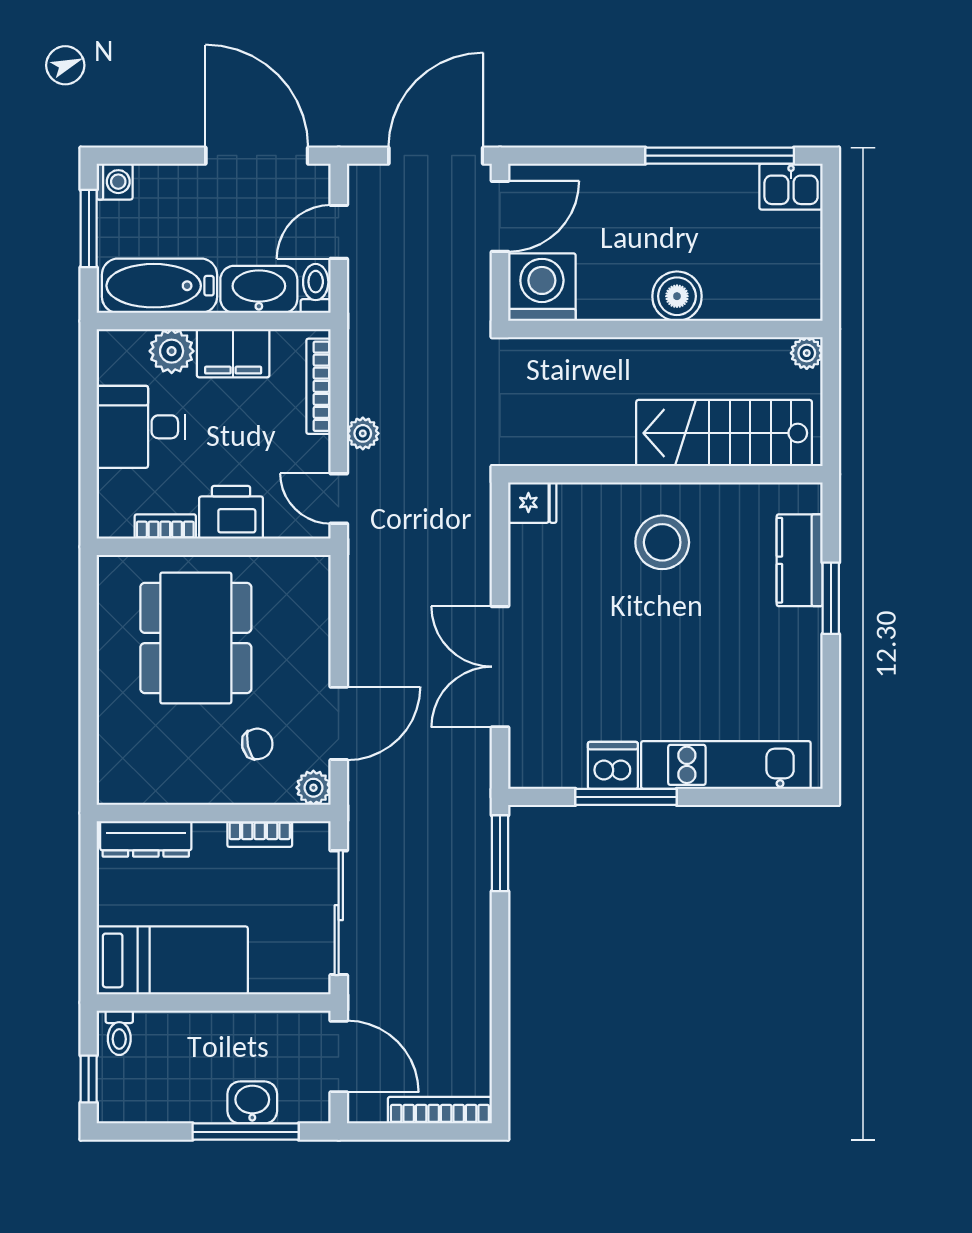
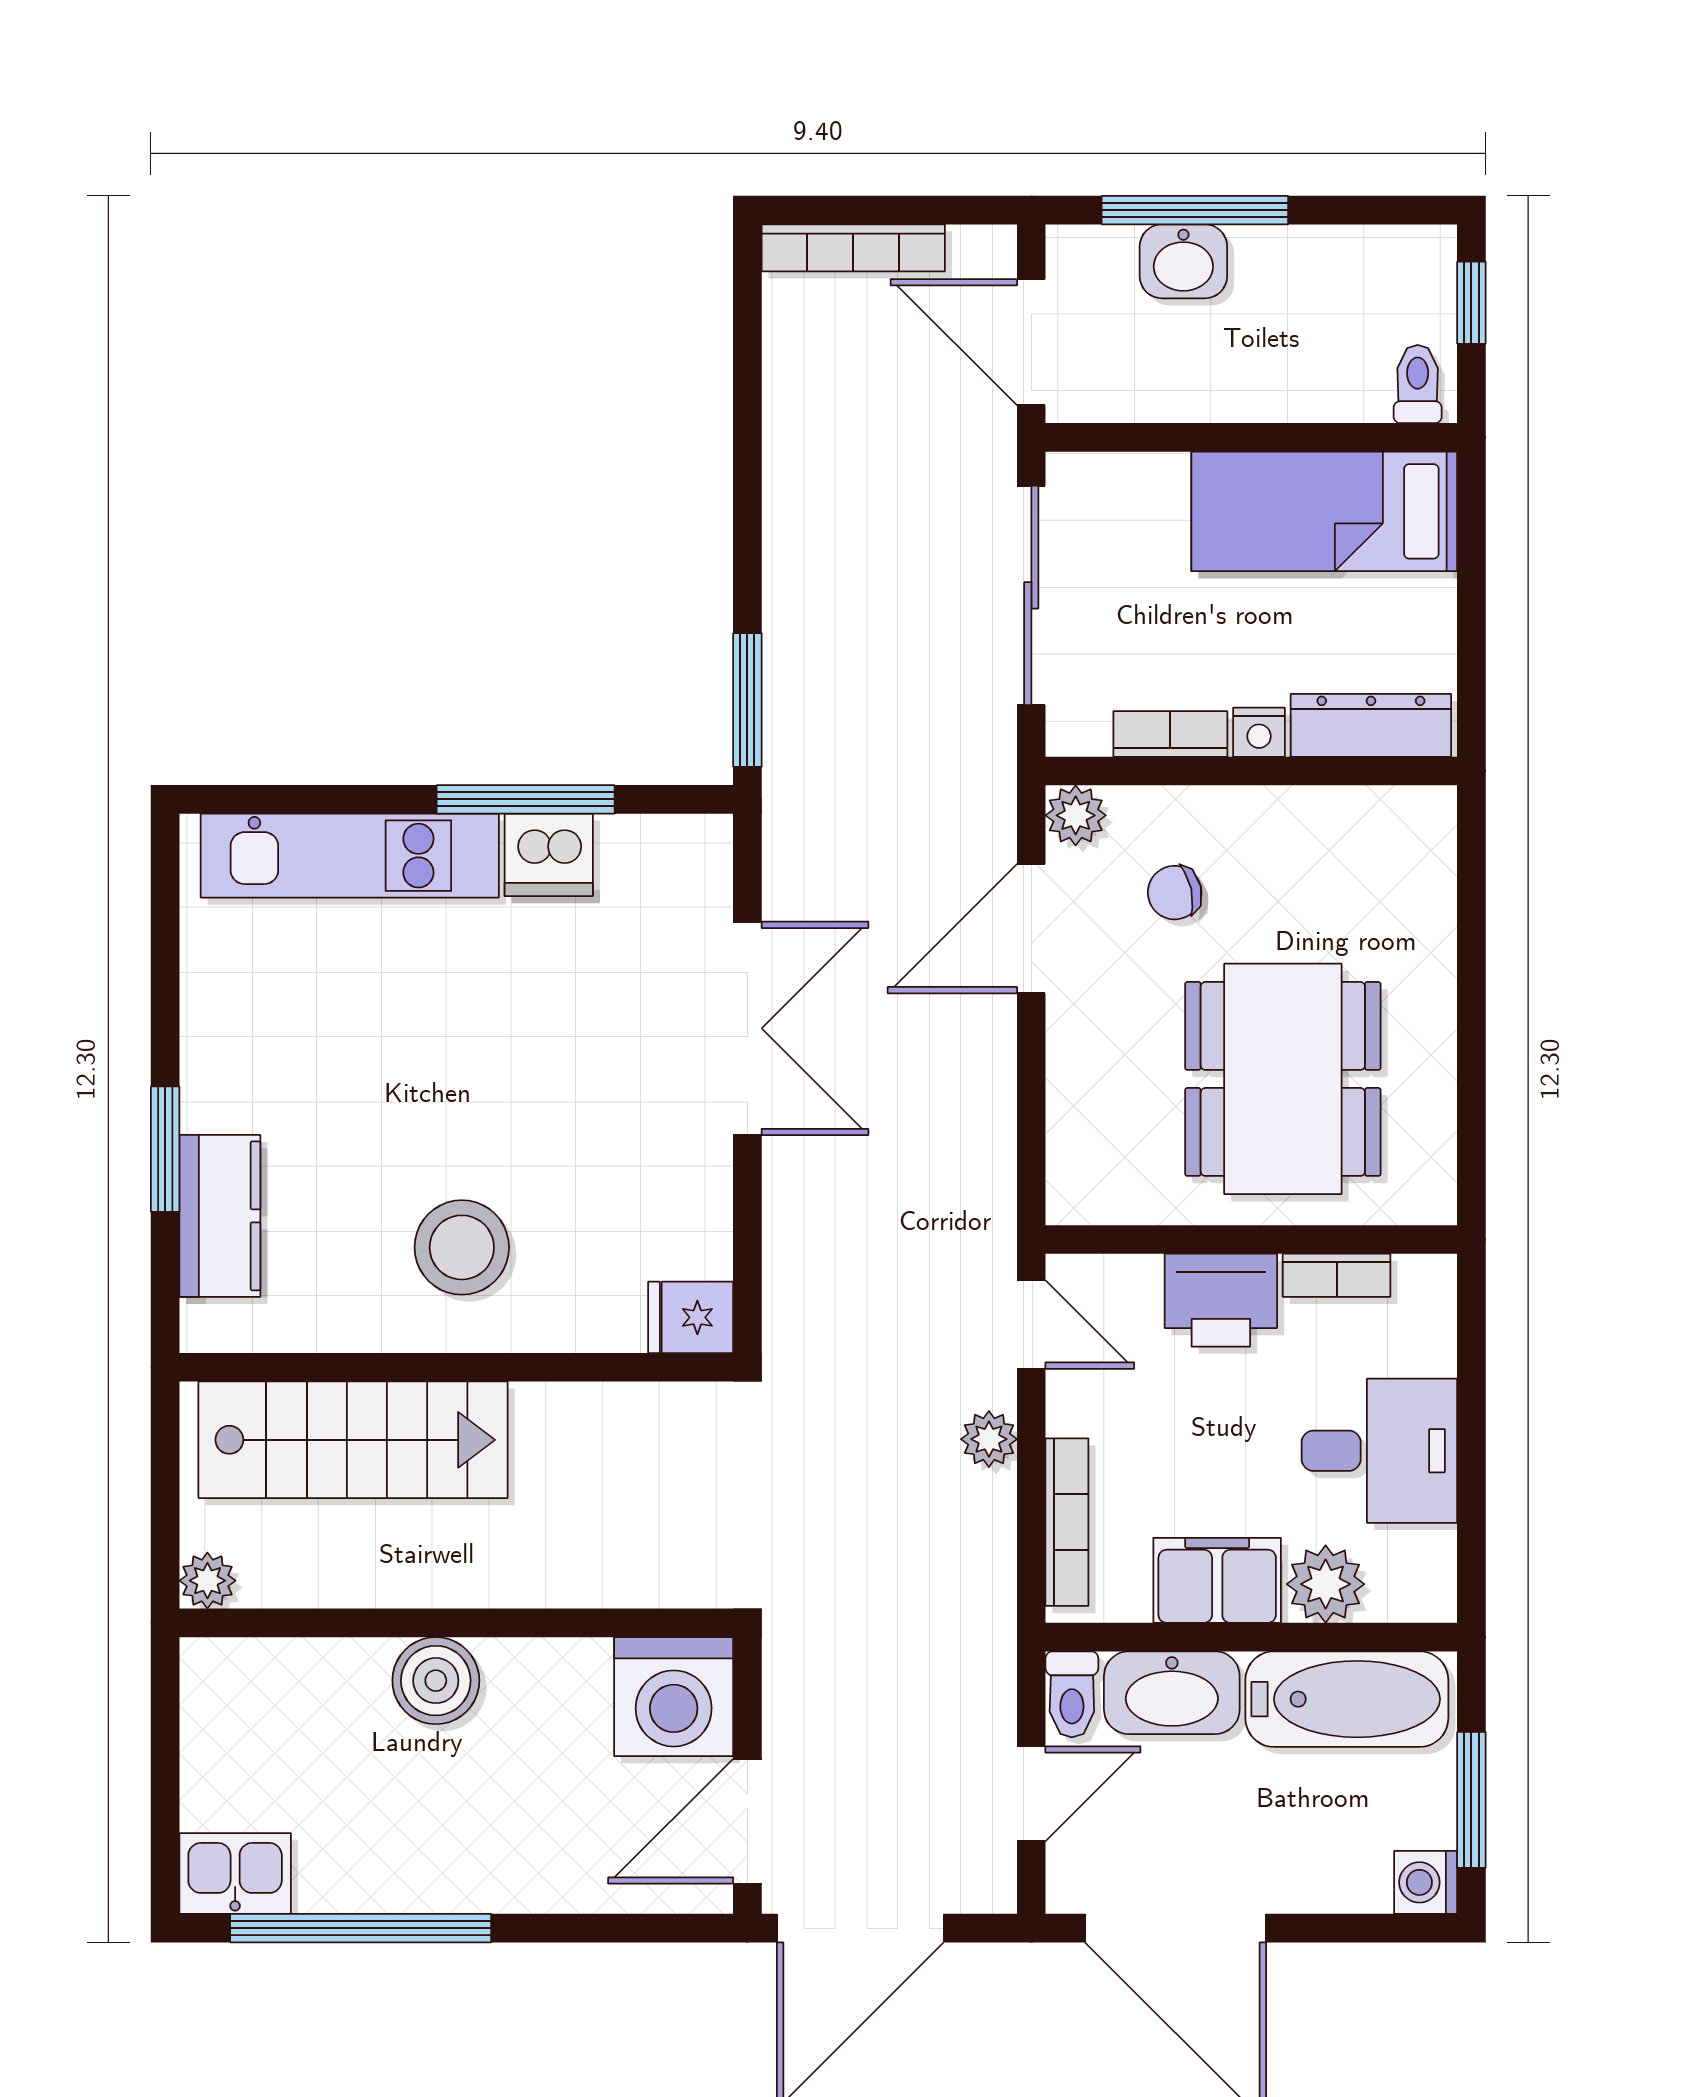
nightstand: (209, 835) -> (1259, 732), added

